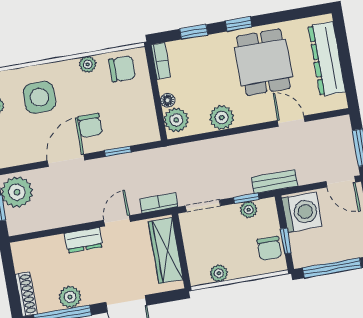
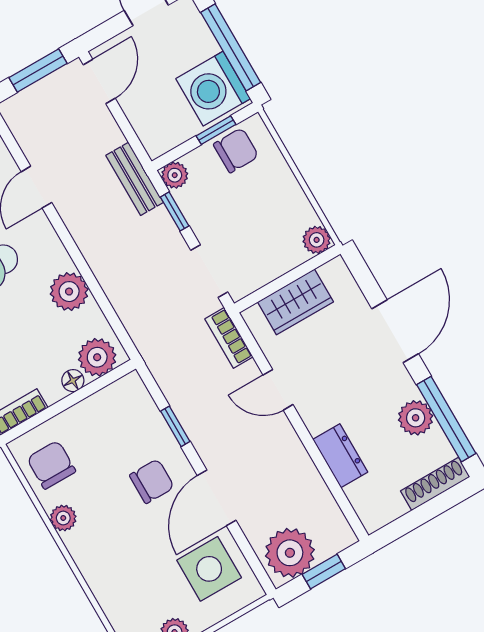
side table: (39, 97) -> (209, 569), moved
door: (66, 160) -> (217, 498), hinge flipped
plant: (249, 210) -> (175, 175), moved
washing machine: (302, 212) -> (213, 89), moved, turned -90
dresser: (84, 240) -> (340, 456), moved
wardrobe: (166, 251) -> (295, 302), width x0.67
plant: (219, 273) -> (317, 240), moved

